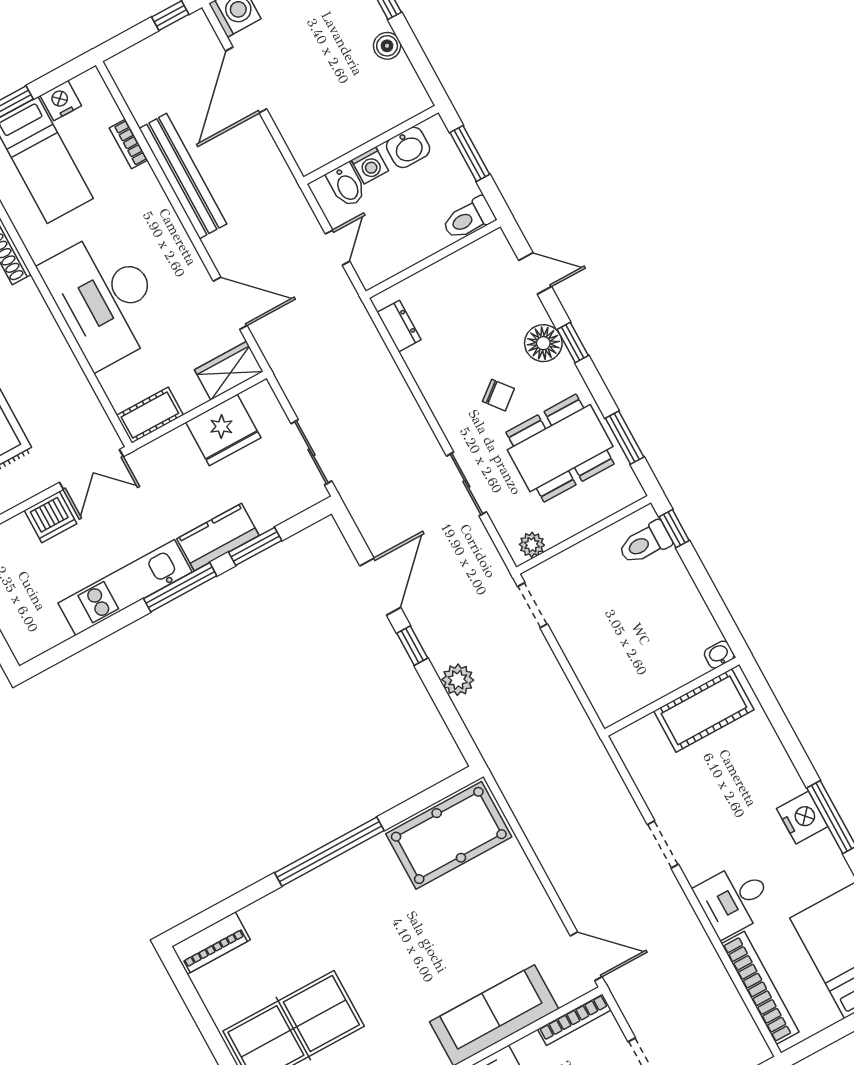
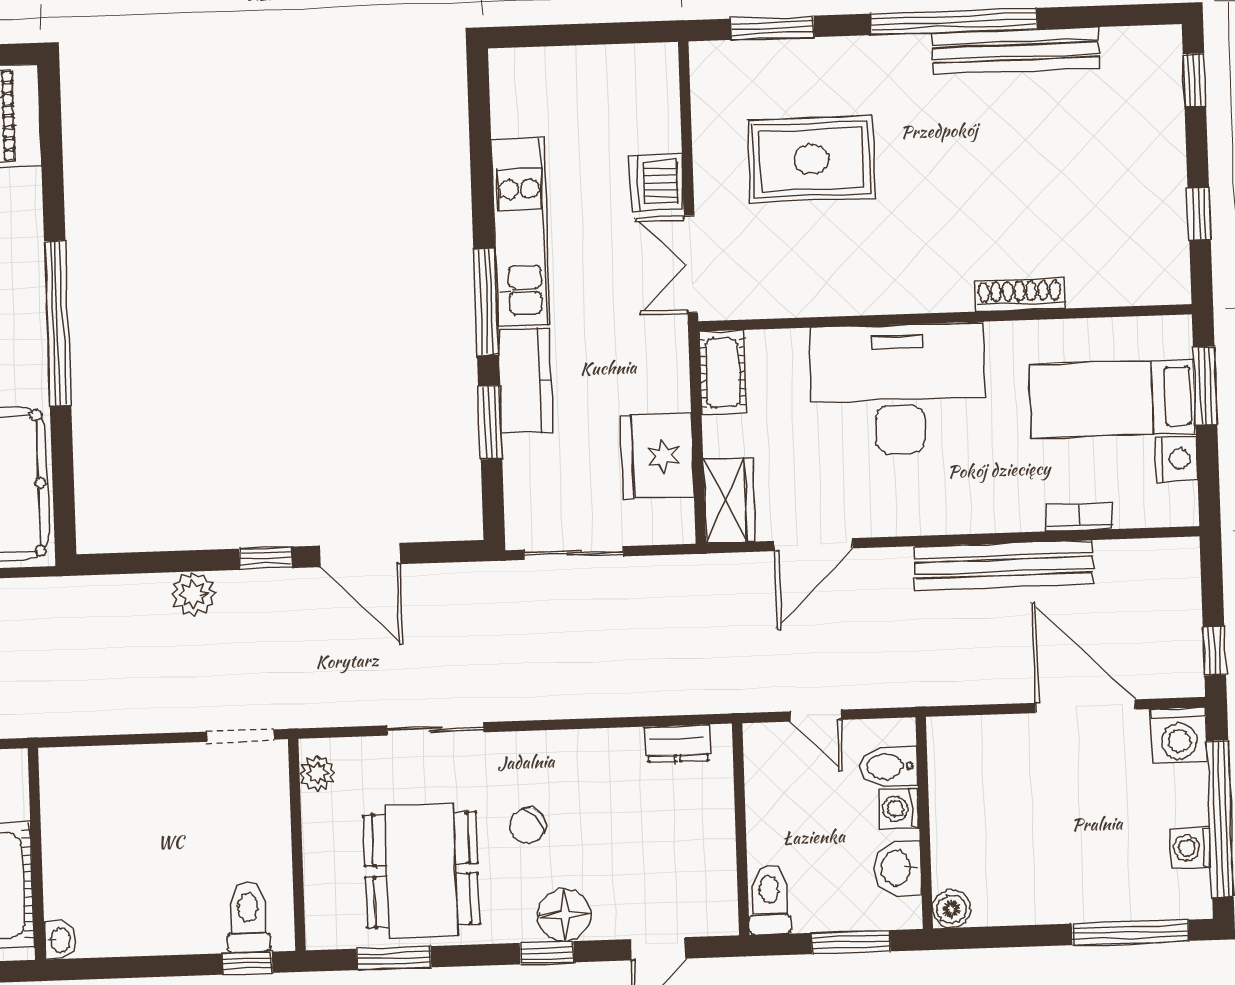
boiler: (387, 46) -> (951, 909), moved

